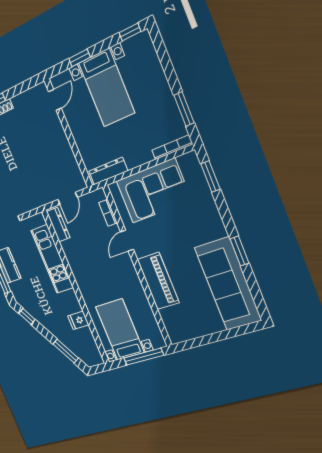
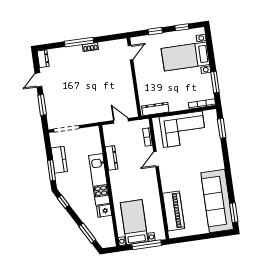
window: (130, 32) -> (182, 27), moved
bed with nightstands: (107, 88) -> (185, 56), moved, turned 90
door: (68, 198) -> (121, 121), swing flipped
dresser: (58, 225) -> (111, 158), moved
window: (239, 251) -> (234, 213), moved
kitchen unit: (52, 259) -> (99, 179), moved
piano: (158, 281) -> (174, 211), moved

